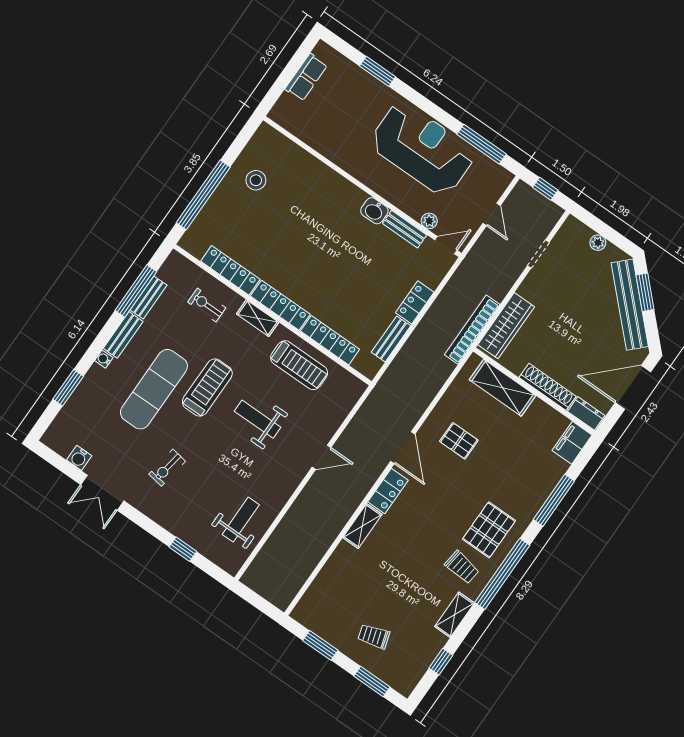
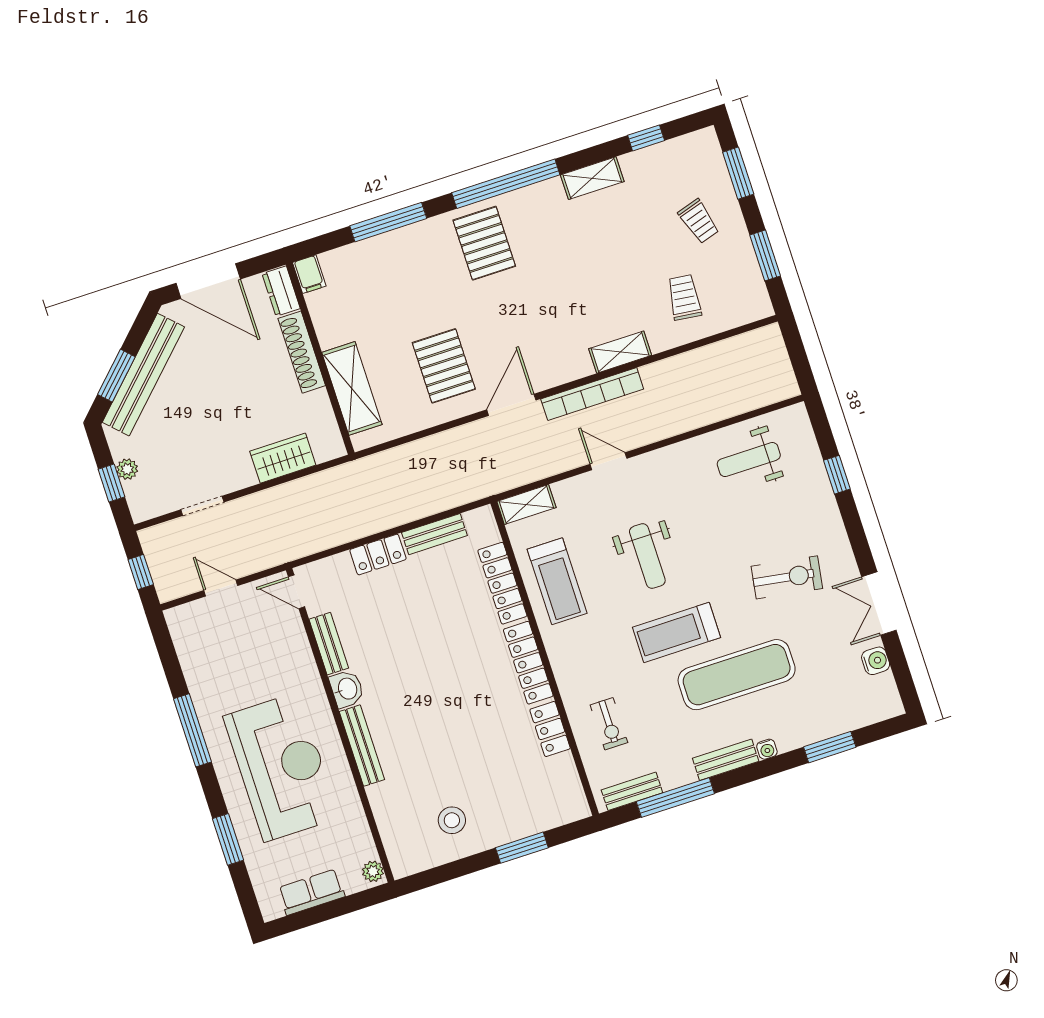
window: (481, 144) -> (192, 730), moved
reception desk: (422, 149) -> (281, 767), moved, turned 180
bench: (341, 184) -> (362, 746), added
window: (203, 195) -> (522, 848), width x0.47
door: (492, 214) -> (221, 588), hinge flipped
plant: (429, 221) -> (373, 871), moved
window: (601, 228) -> (112, 483), added
locker: (230, 270) -> (550, 729), width x0.66
bench: (149, 298) -> (632, 791), moved
shelving: (258, 318) -> (526, 504), moved, turned 90
wardrobe: (506, 326) -> (283, 458), width x0.67
bookcase: (472, 330) -> (592, 394), moved
treadmill: (299, 365) -> (557, 581), turned 180
pallet: (459, 441) -> (444, 366), width x1.50, depth x1.42
filing cabinet: (572, 443) -> (309, 274), width x0.50
exercise bike: (167, 468) -> (787, 577), width x1.38, depth x1.39
locker: (388, 491) -> (563, 369), removed
double door: (102, 493) -> (879, 603), swing flipped
pallet: (489, 530) -> (484, 243), turned 90
trolley: (462, 567) -> (684, 297), moved

